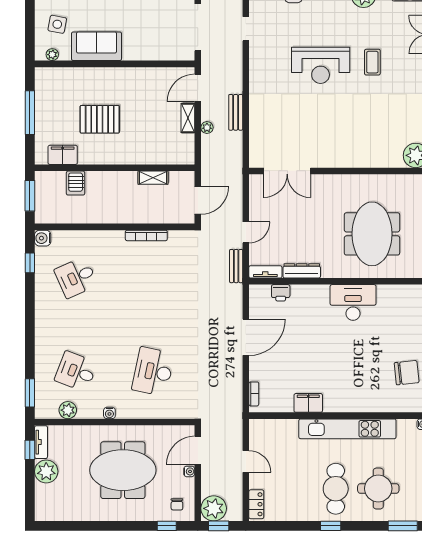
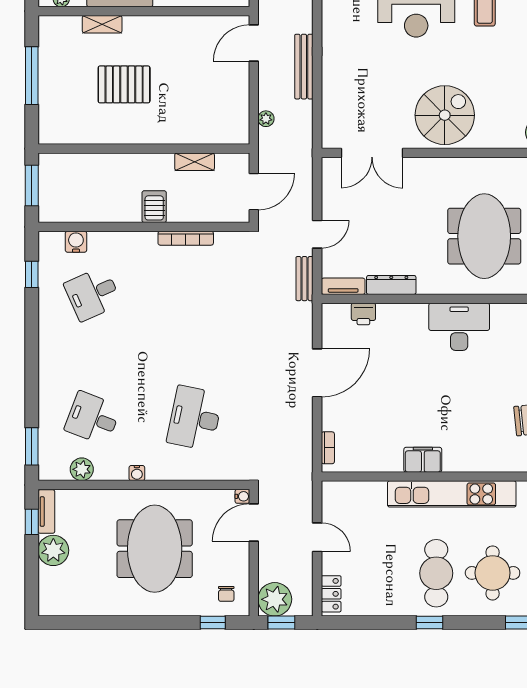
bench: (236, 112) -> (304, 67), width x1.36
shelving: (188, 118) -> (102, 24), moved, turned 90
plant: (207, 128) -> (266, 119), moved
spiral stairs: (342, 142) -> (445, 115), added
filing cabinet: (63, 155) -> (75, 132), removed
server rack: (76, 183) -> (154, 207), moved, turned 180
water cooler: (43, 238) -> (76, 242), moved, turned 90
filing cabinet: (308, 403) -> (423, 460), moved
meeting table: (123, 470) -> (155, 549), turned 90
water cooler: (189, 471) -> (242, 496), moved

